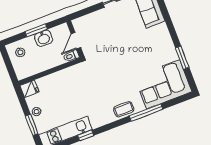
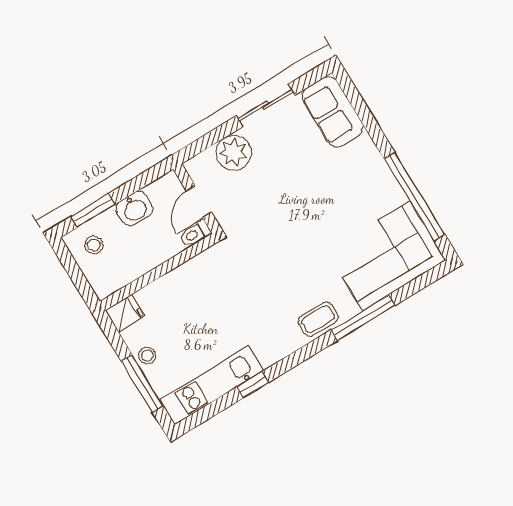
plant: (97, 20) -> (234, 153), added
window: (36, 30) -> (93, 210), moved
window: (182, 58) -> (414, 196), width x2.11
window: (32, 125) -> (142, 384), width x1.44

